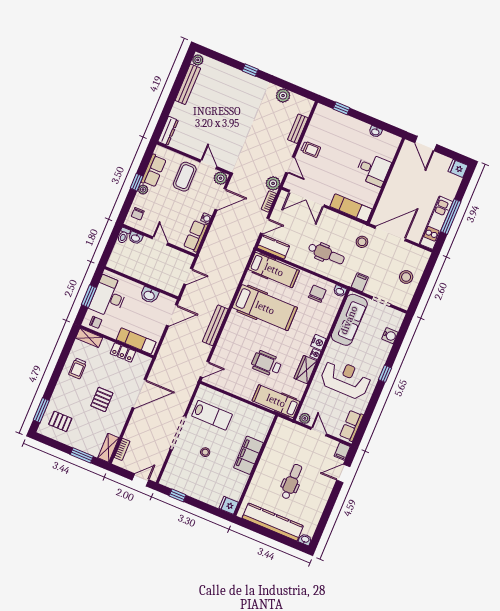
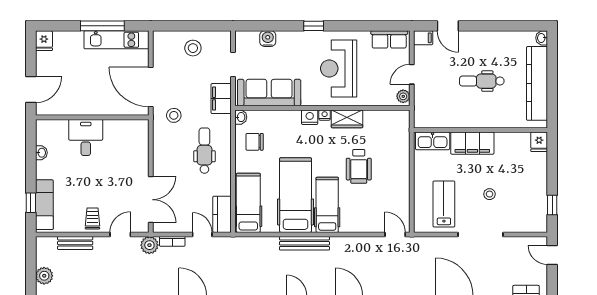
exam couch: (351, 208) -> (44, 205), moved, turned 180
filing cabinet: (360, 282) -> (221, 99), width x2.00
bench: (215, 325) -> (304, 243), moved
hospital bed: (276, 401) -> (327, 205), moved, turned 180
kitchen sink: (263, 426) -> (433, 141), added

